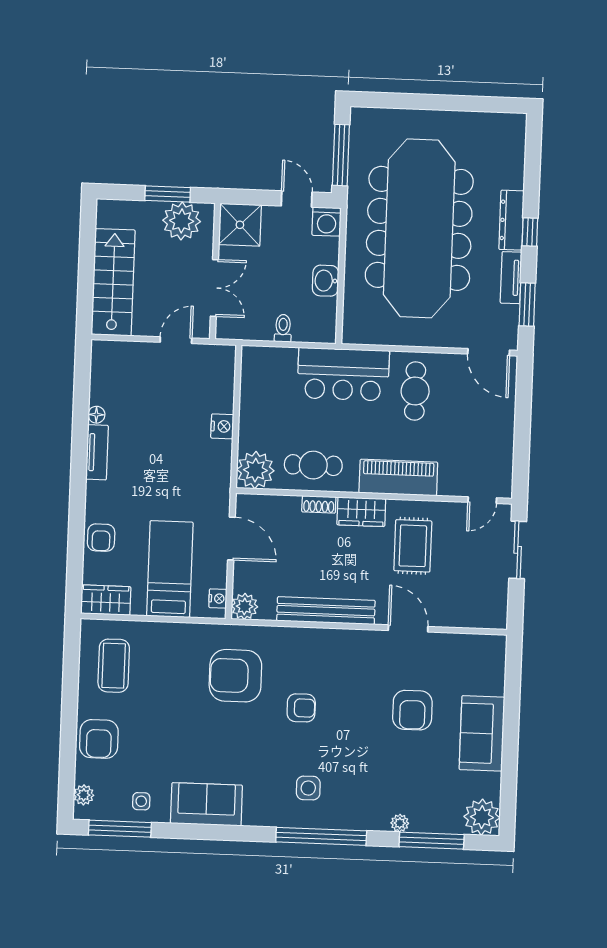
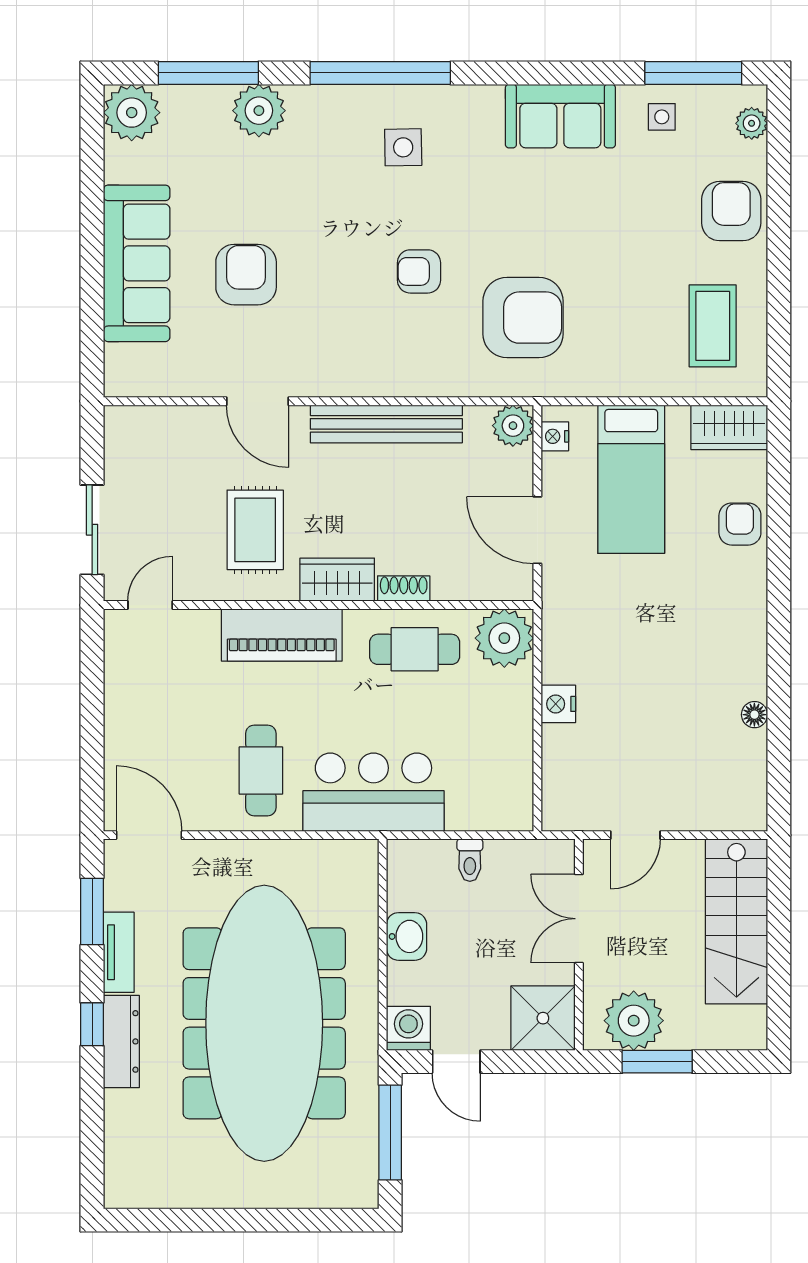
tv unit: (97, 452) -> (751, 656), removed
sofa: (482, 733) -> (137, 263), width x1.36
plant: (400, 823) -> (259, 111), width x1.88, depth x1.88

